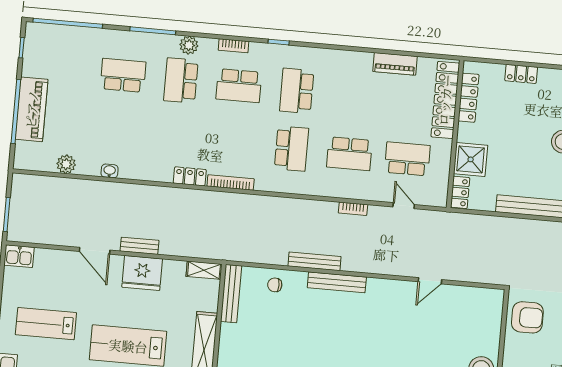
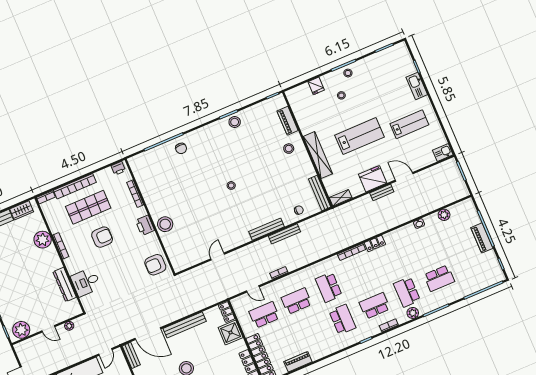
school desk: (181, 80) -> (407, 292), turned 180
piano: (32, 109) -> (482, 238), width x0.73, depth x0.75
school desk: (407, 159) -> (264, 315), turned 180

